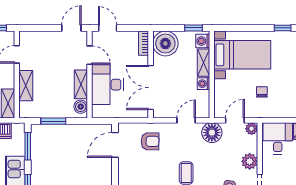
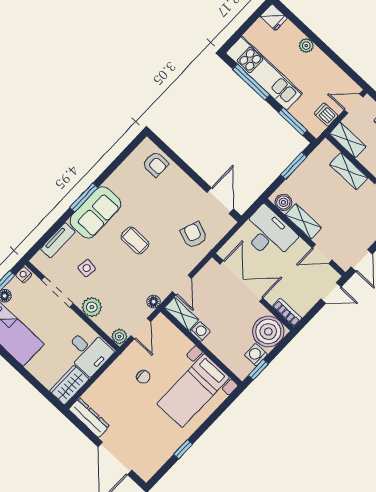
washing machine: (203, 41) -> (256, 355), moved, turned -90
shelving: (203, 63) -> (182, 314), moved
desk: (107, 85) -> (268, 233), moved
floor lamp: (212, 133) -> (154, 302), width x0.53, depth x0.53
armchair: (150, 141) -> (194, 235), turned 109

